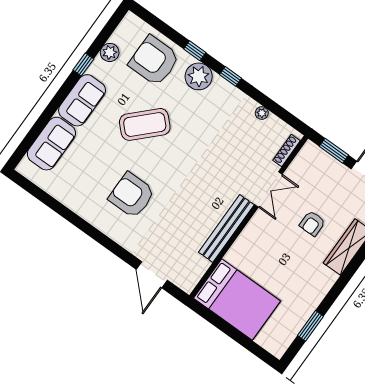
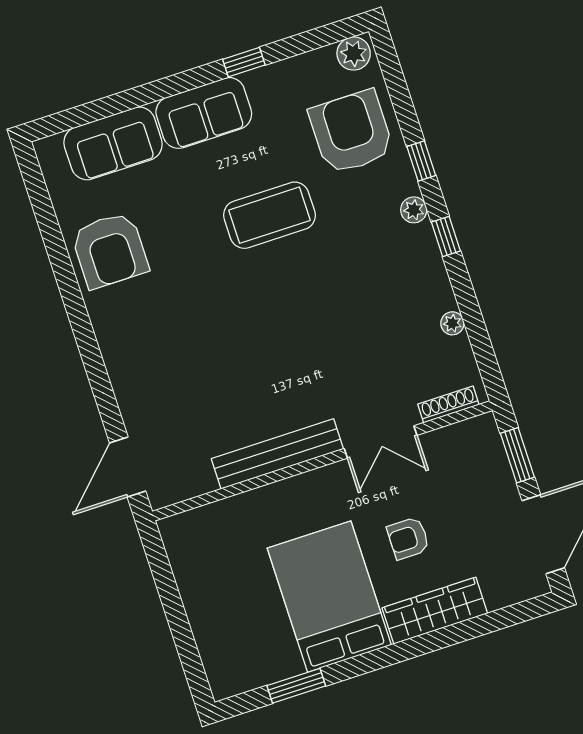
plant: (110, 52) -> (354, 54), moved
plant: (199, 76) -> (414, 210), width x0.53, depth x0.53
coffee table: (145, 124) -> (269, 215), turned -45
armchair: (132, 195) -> (110, 250), moved, turned 180
door: (152, 275) -> (128, 467), moved
bed: (237, 300) -> (329, 597), moved, turned 180

